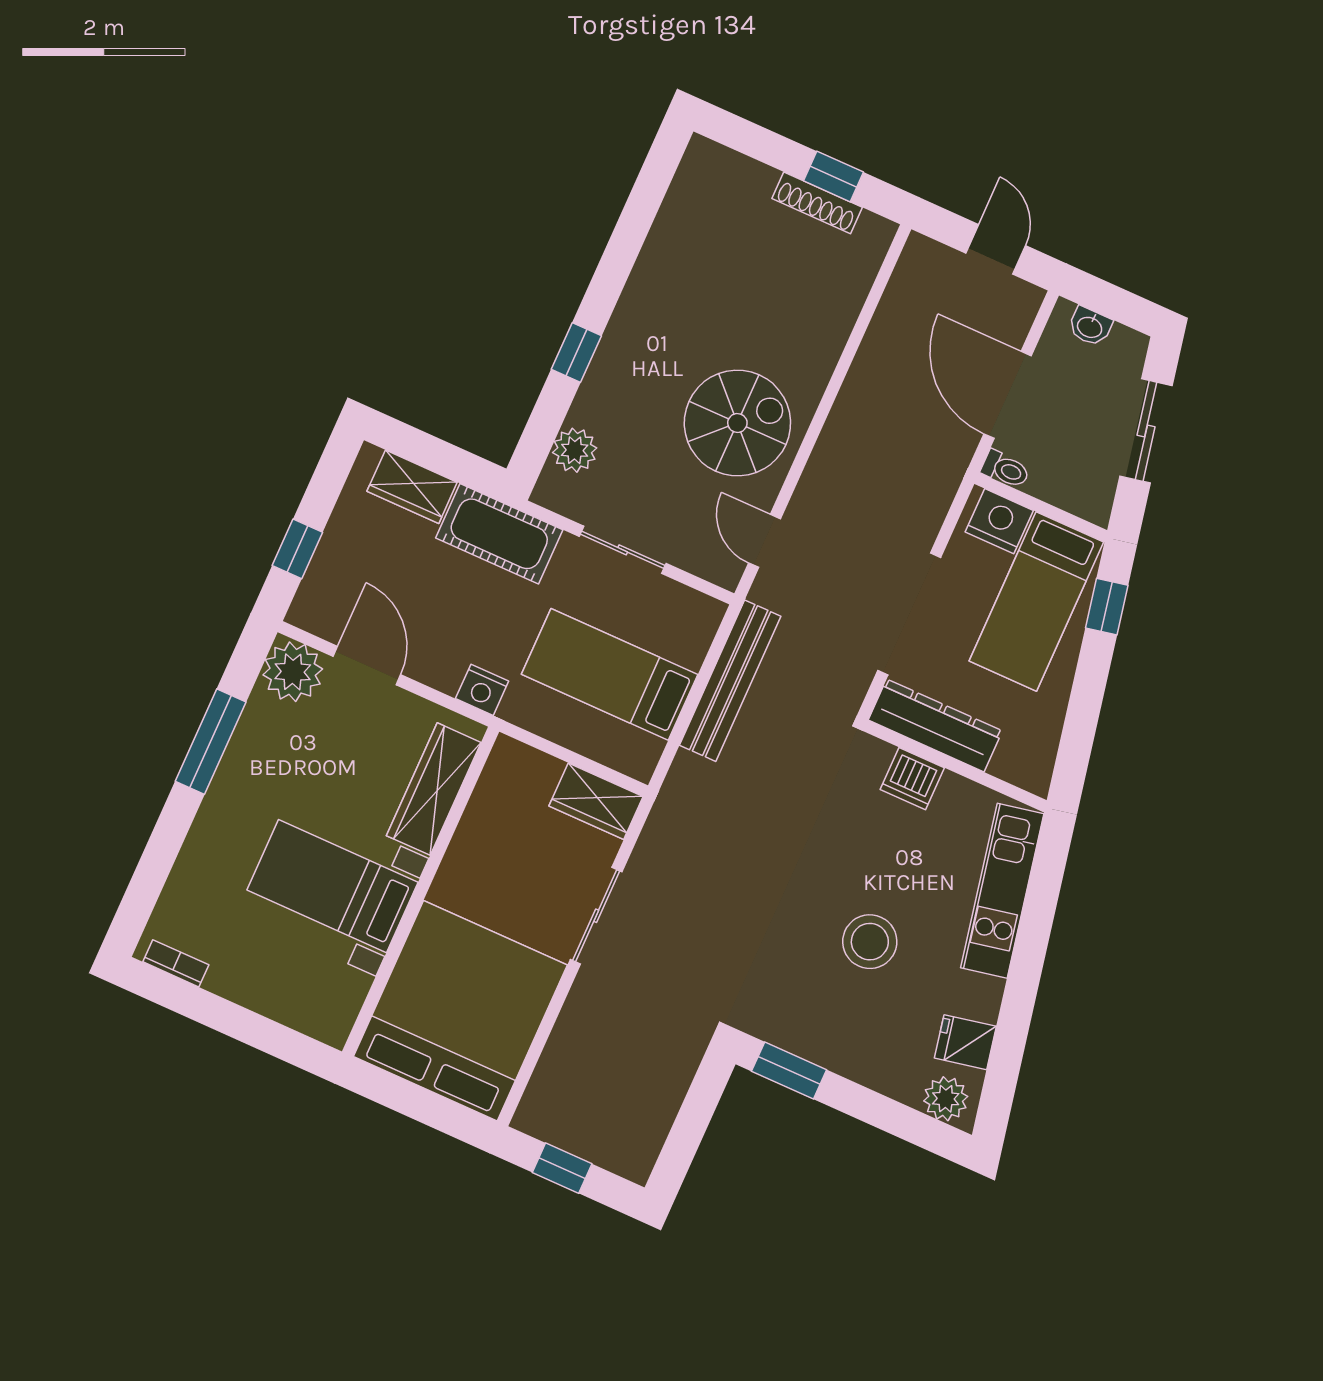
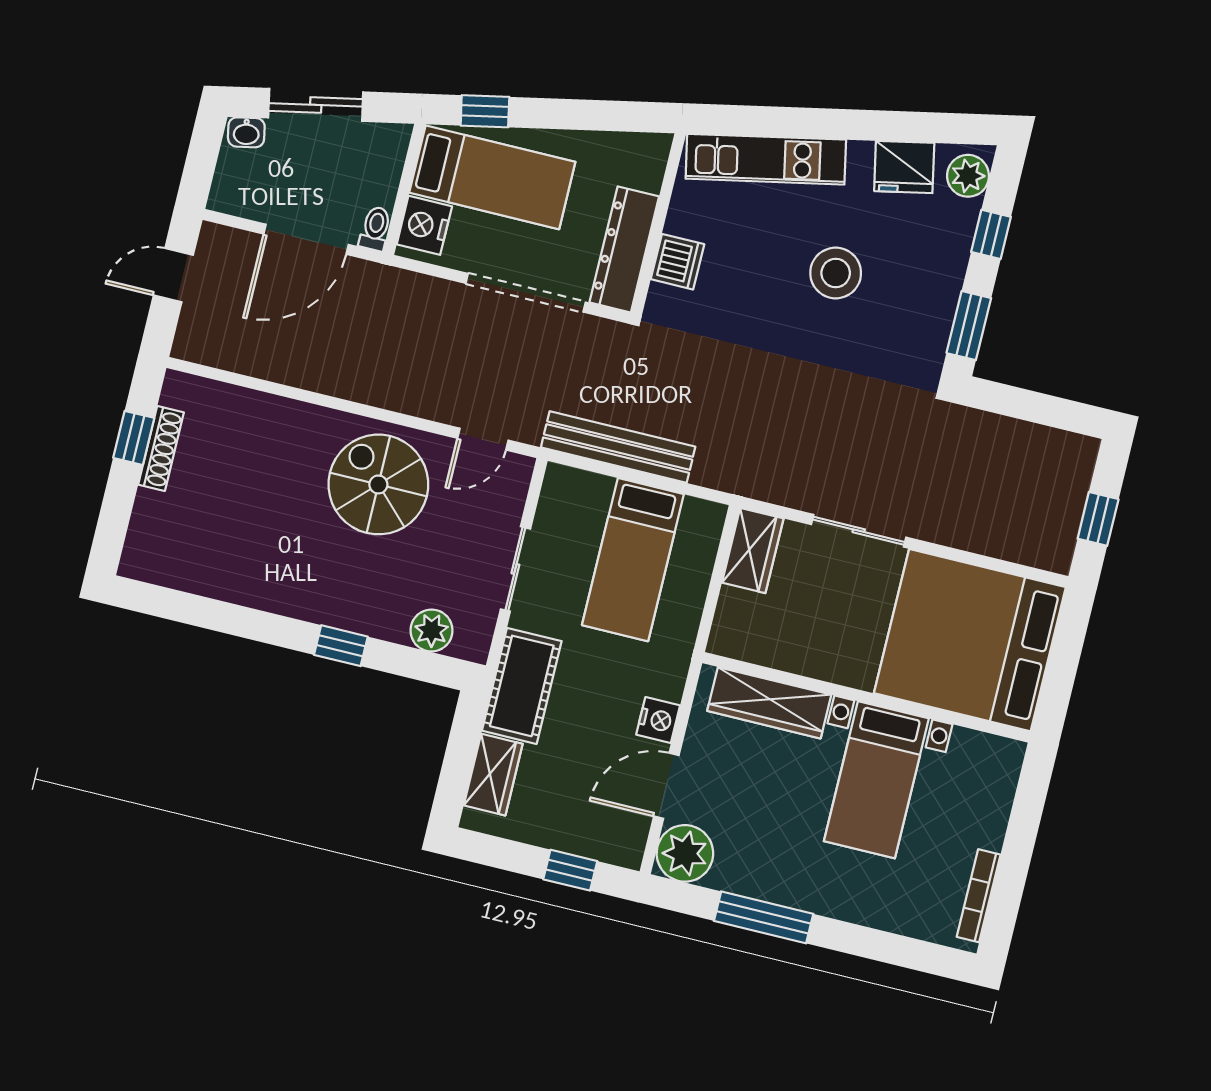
washbasin: (1090, 327) -> (246, 132), moved, turned 78
nightstand: (482, 690) -> (658, 720), moved
bookcase: (176, 963) -> (979, 896), width x1.56
fridge: (965, 1042) -> (904, 167), width x1.38
window: (880, 1111) -> (991, 234), added

